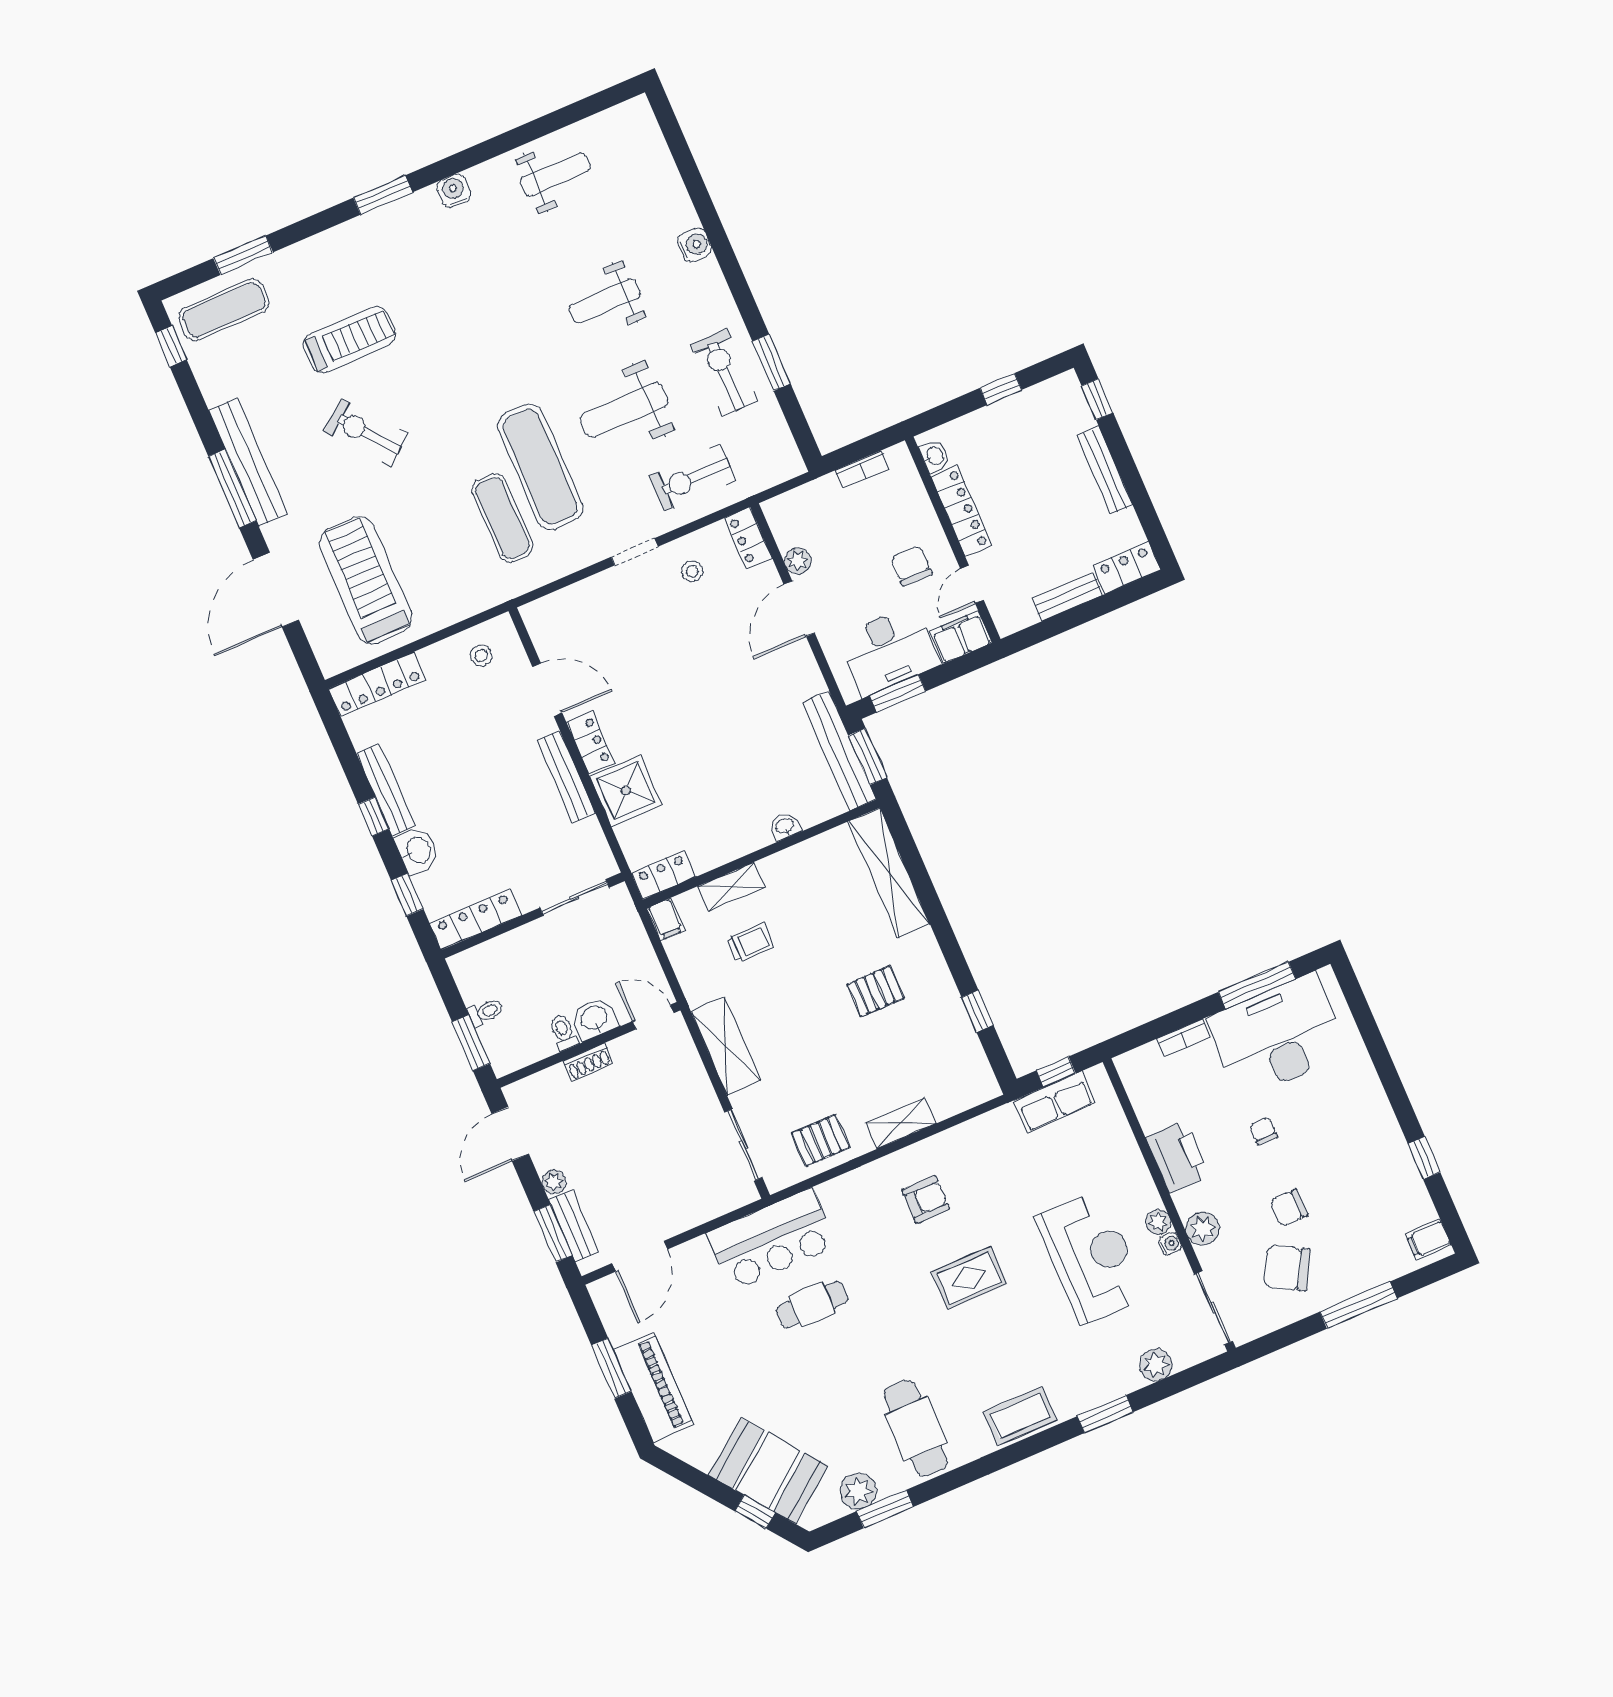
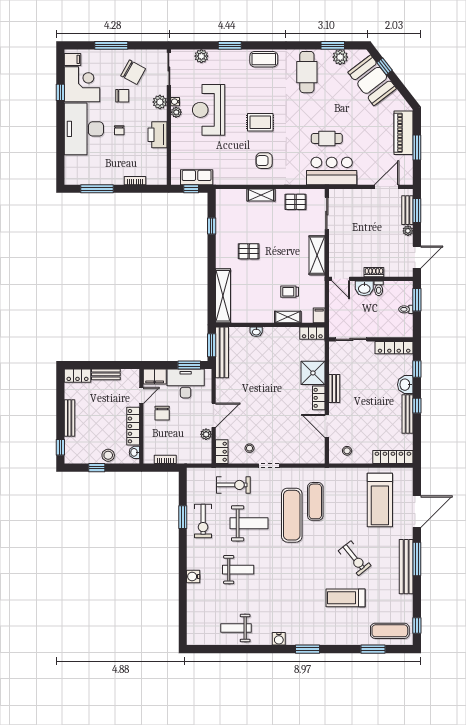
stool: (988, 426) -> (108, 455), added
bench: (566, 777) -> (334, 388), width x0.73
desk: (1278, 1036) -> (84, 129), moved, turned 90
corner desk: (1385, 1195) -> (82, 84), added

